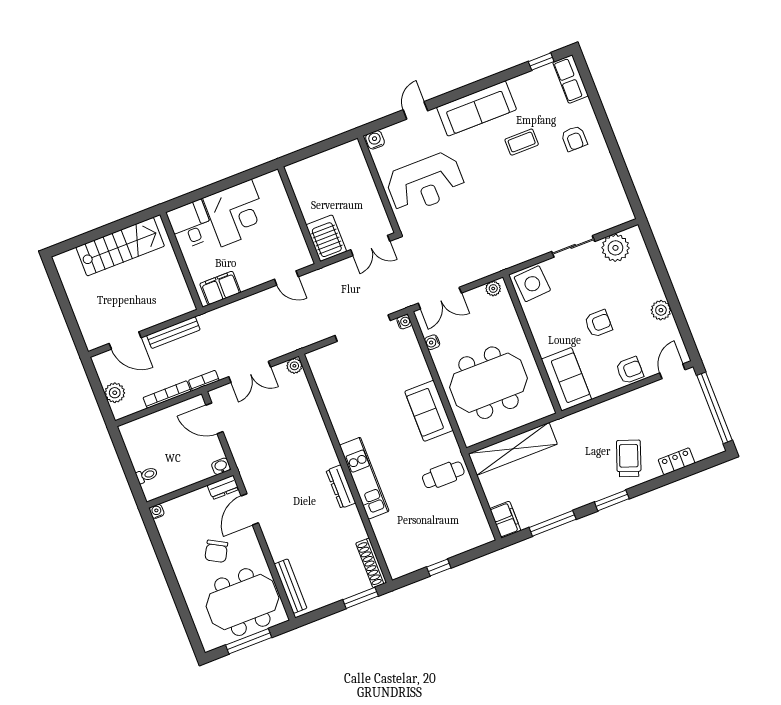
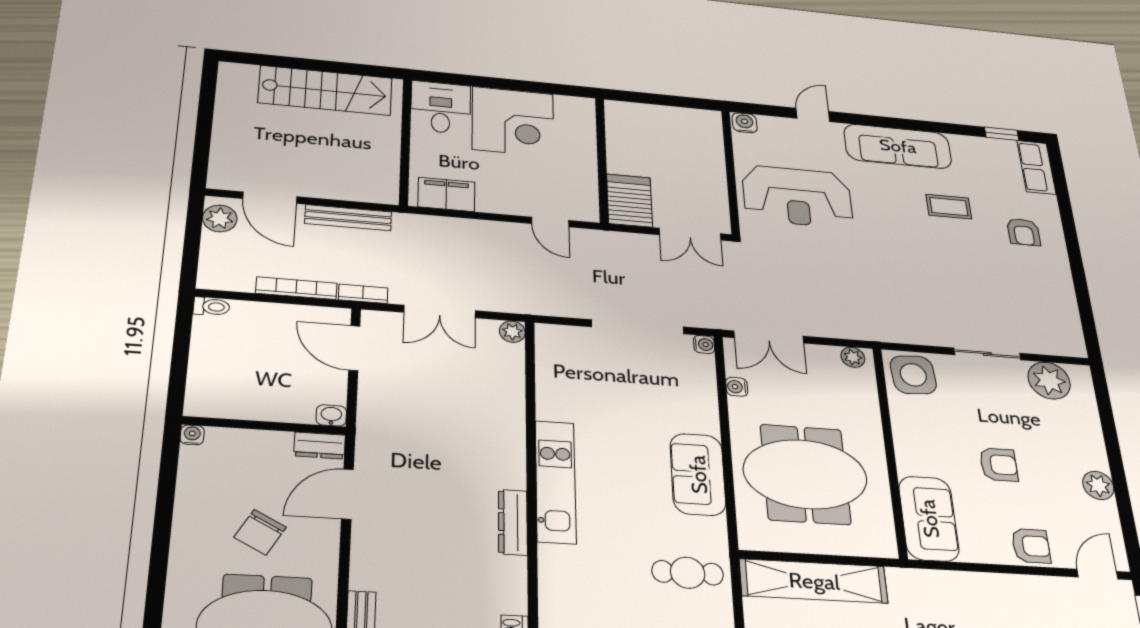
plant: (115, 393) -> (220, 218), moved
toilet: (147, 475) -> (211, 307), moved
kitchen unit: (364, 478) -> (556, 481), moved

